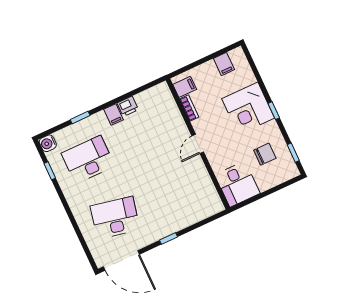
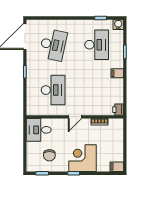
filing cabinet: (224, 64) -> (117, 167), moved
filing cabinet: (185, 87) -> (114, 125), removed
printer: (128, 106) -> (118, 110), moved
door: (198, 144) -> (75, 117), swing flipped
desk: (176, 190) -> (53, 90), added

